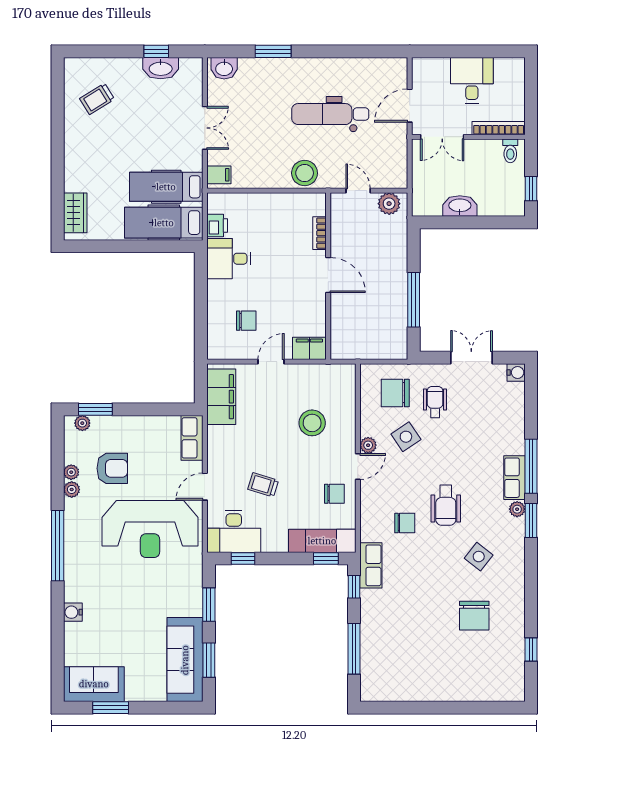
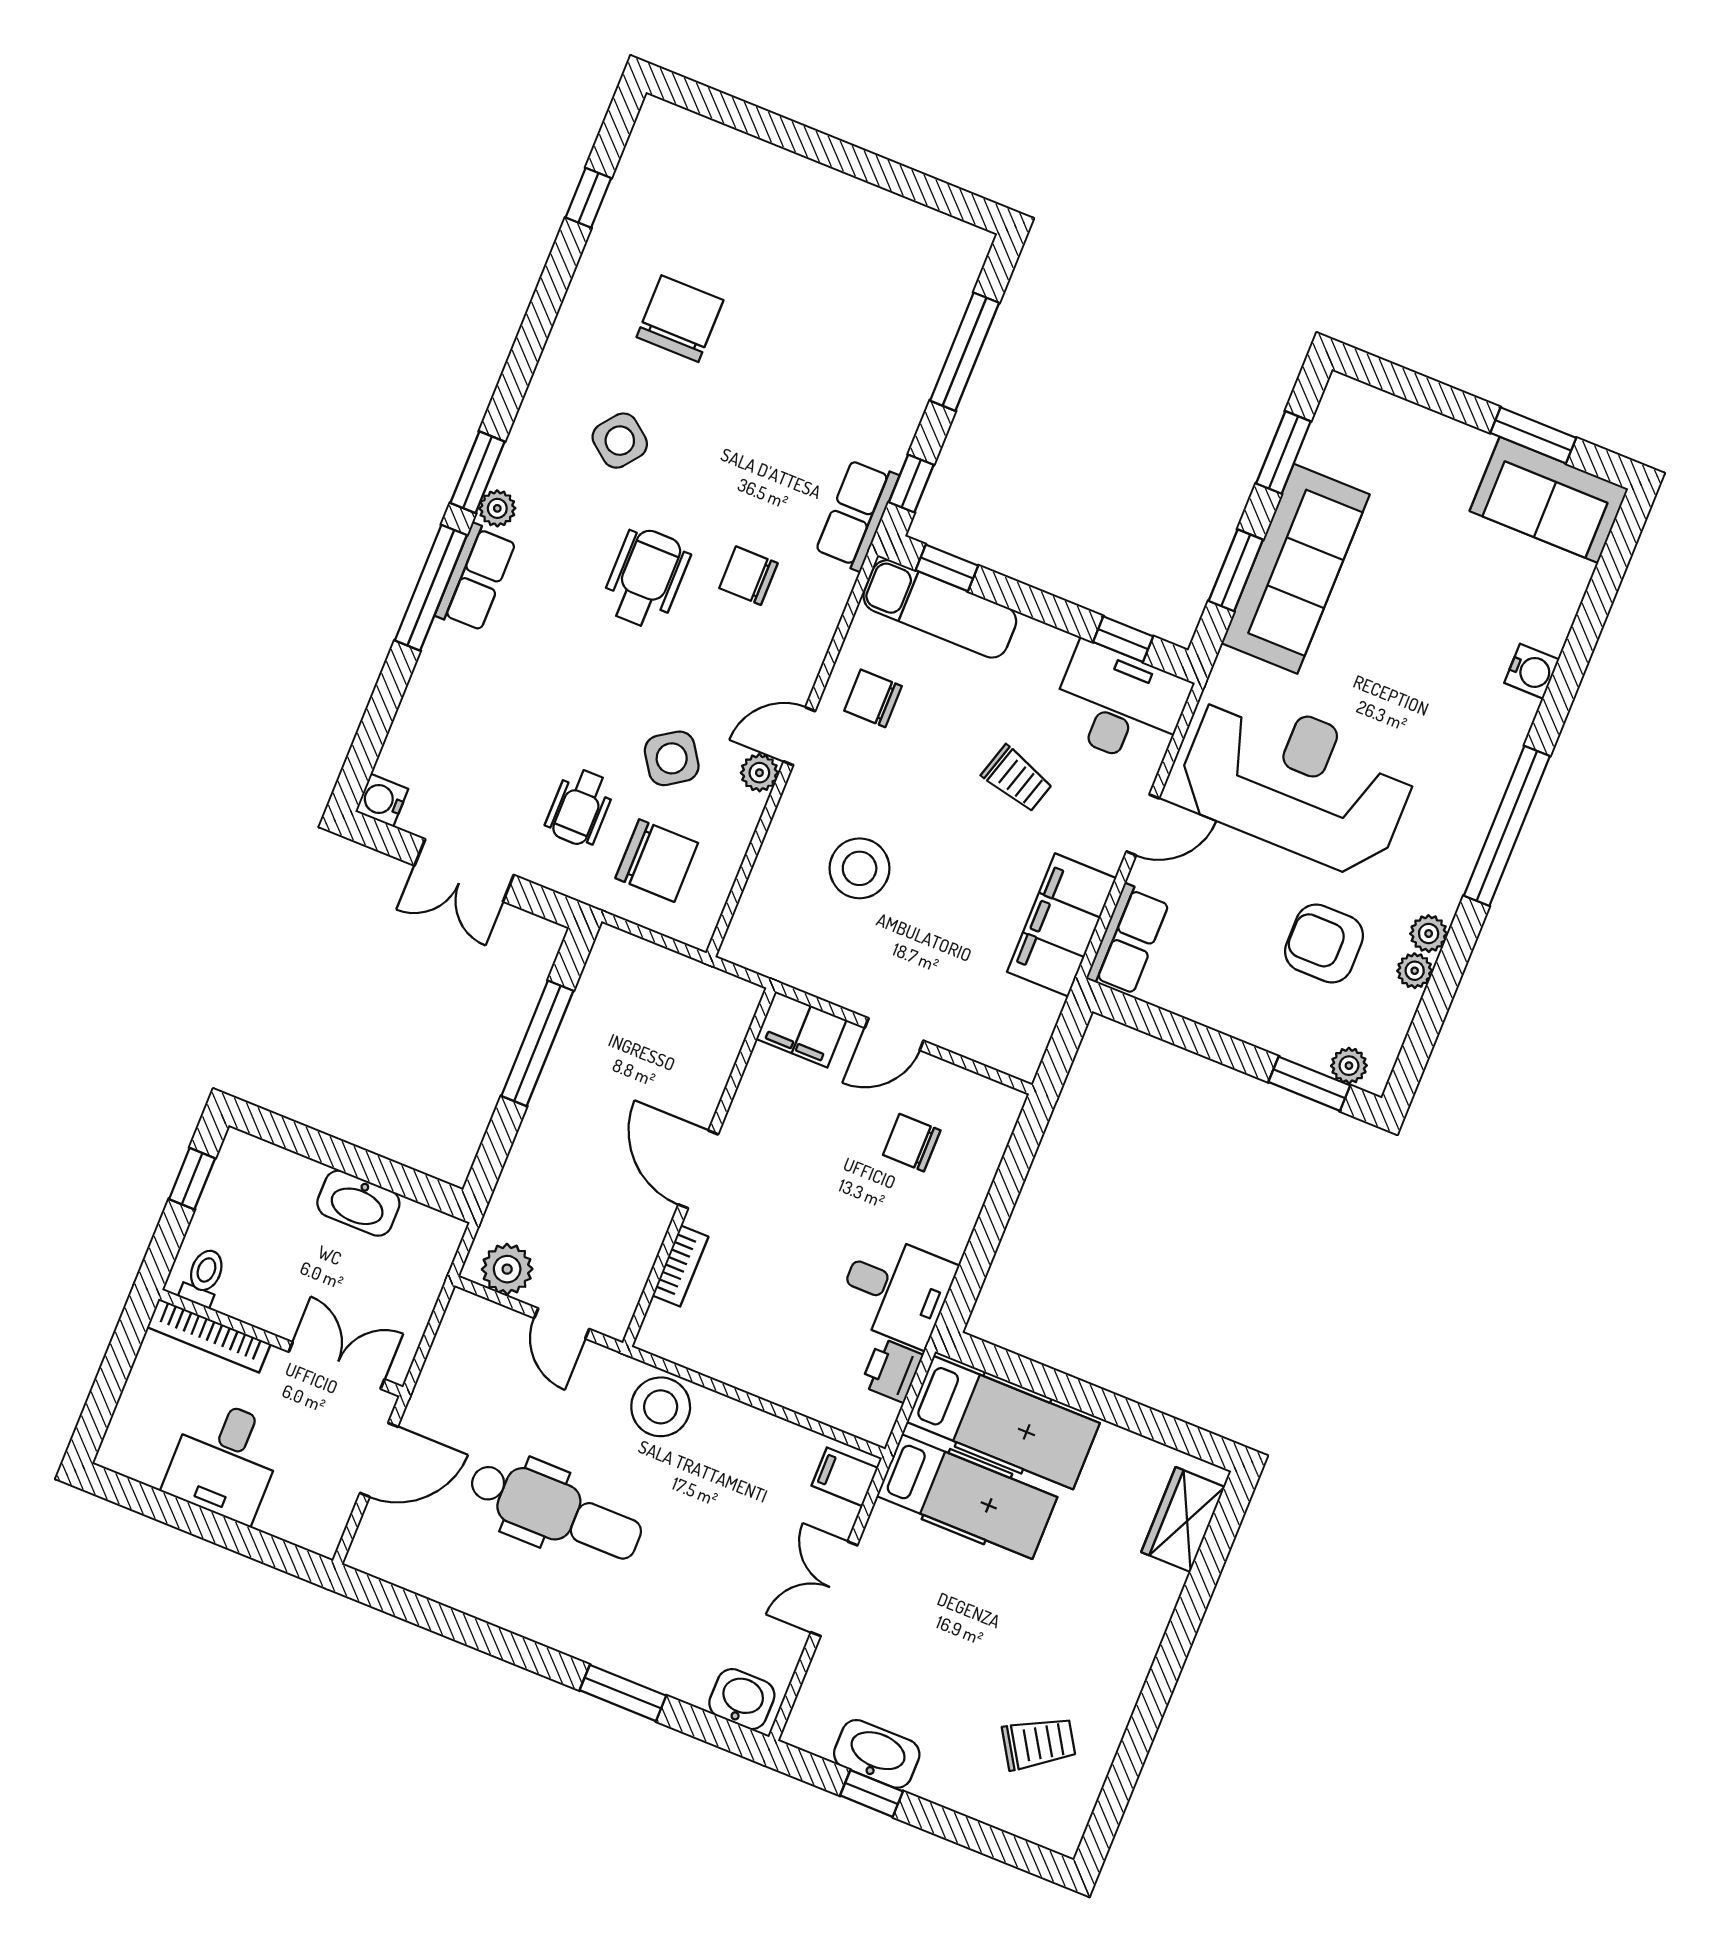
filing cabinet: (221, 397) -> (1062, 925), moved
sofa: (185, 660) -> (1296, 569), moved

